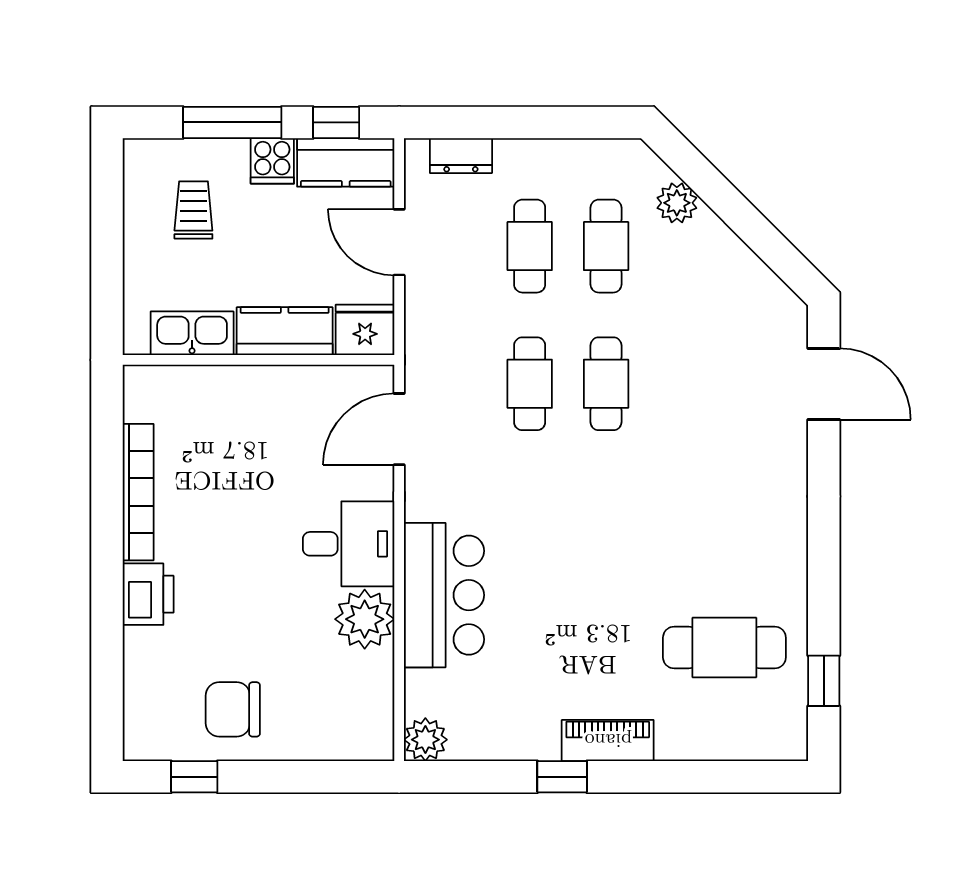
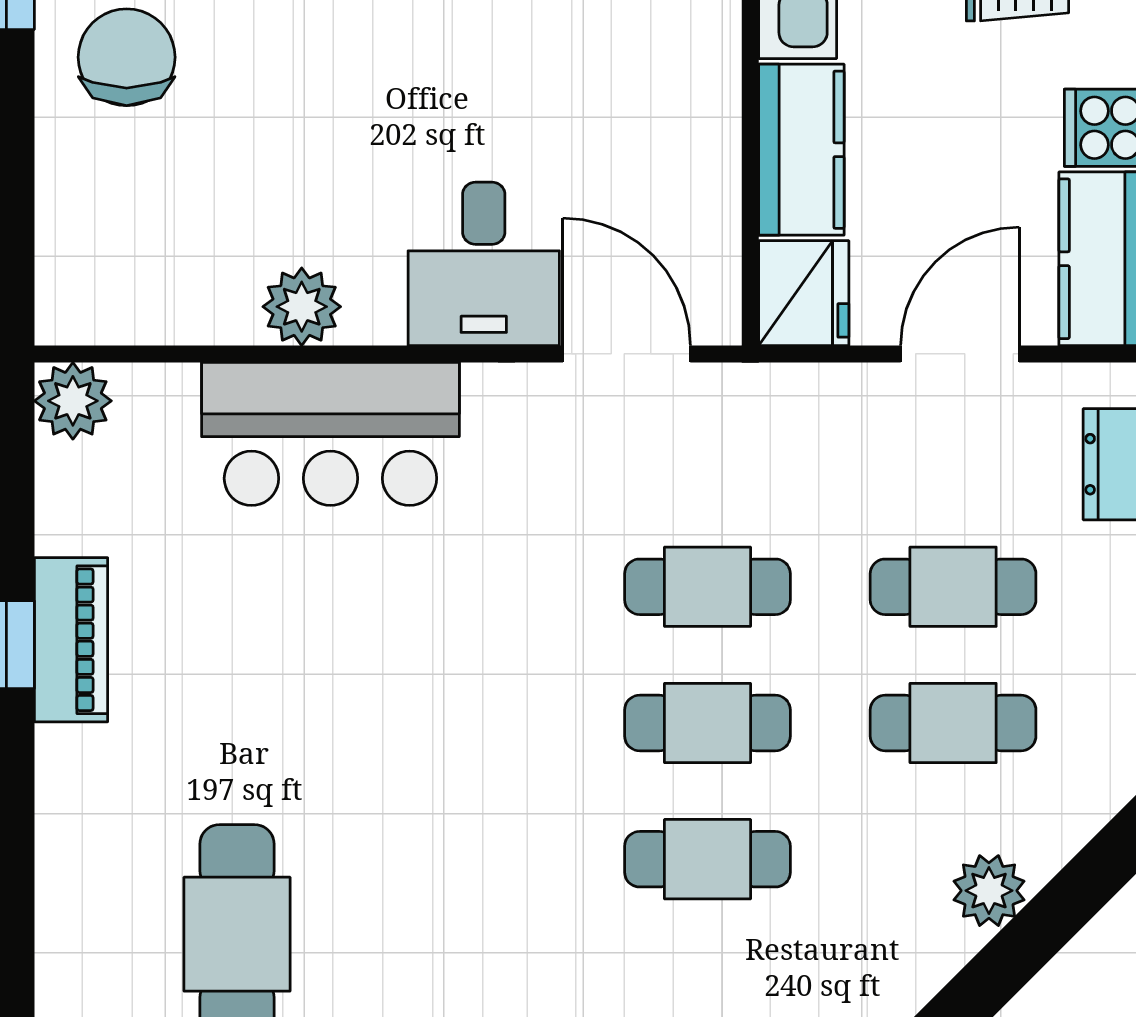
plant: (677, 203) -> (989, 891), moved
cafe table: (682, 384) -> (707, 859), added
desk: (349, 544) -> (484, 264), moved
plant: (365, 619) -> (302, 307), width x0.73, depth x0.73
piano: (608, 741) -> (71, 640), moved

